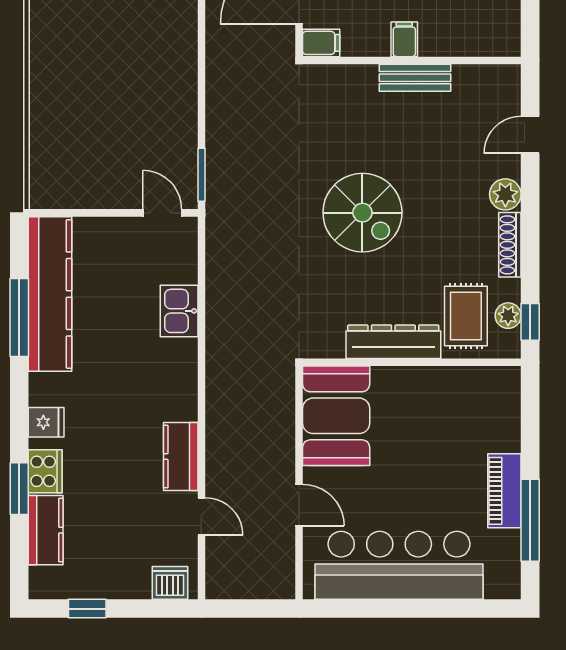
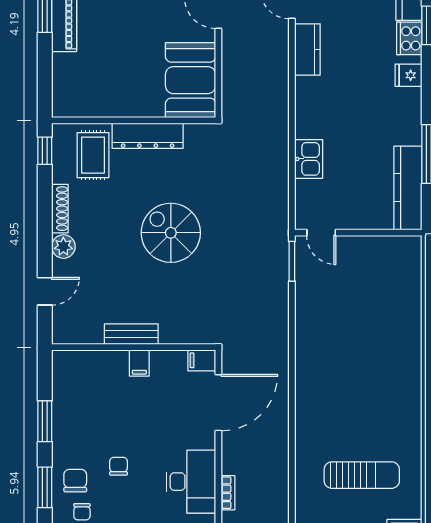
kitchen counter: (50, 294) -> (408, 188), width x0.72, depth x0.86
plant: (508, 316) -> (61, 155), removed

